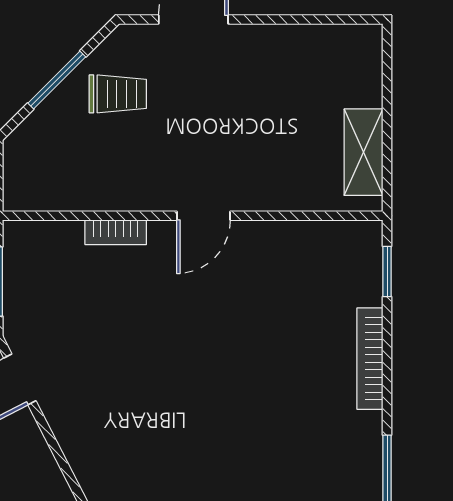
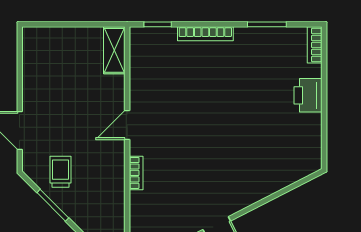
shelving: (363, 152) -> (114, 50), moved, turned 90
door: (203, 216) -> (127, 125), swing flipped

